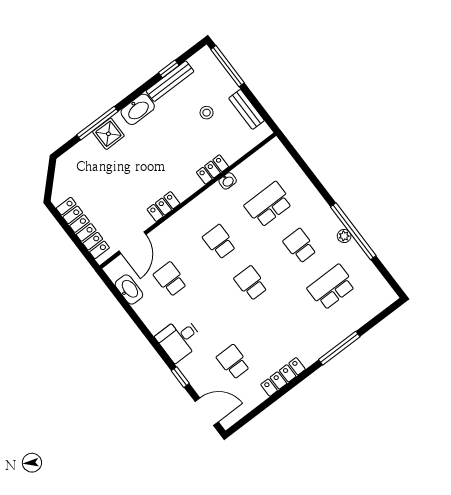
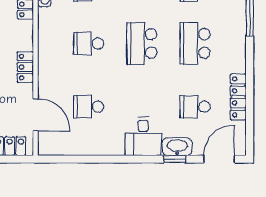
school desk: (251, 283) -> (142, 43), width x1.85
washbasin: (129, 289) -> (177, 147), moved
school desk: (282, 325) -> (195, 43), added
locker: (283, 377) -> (238, 97), moved

